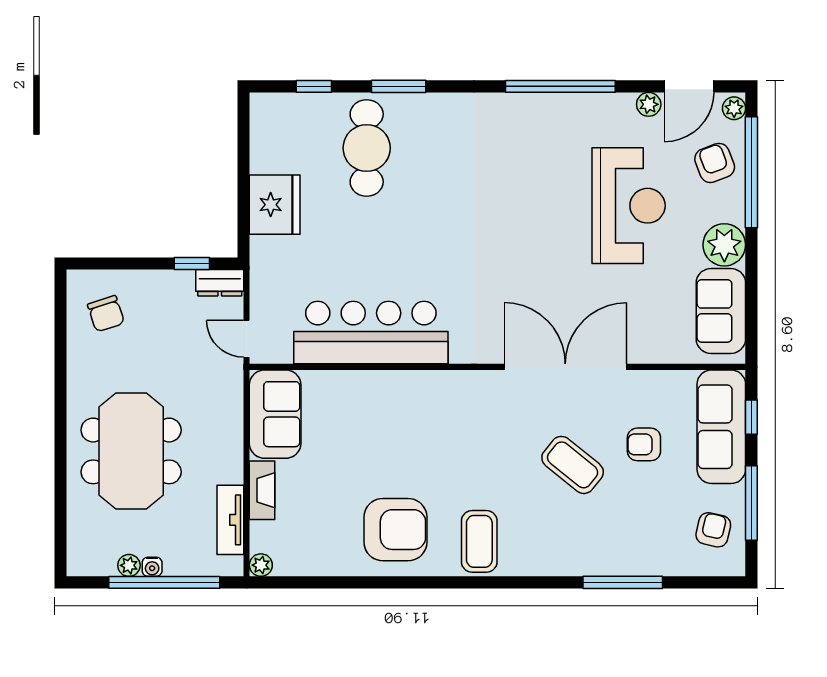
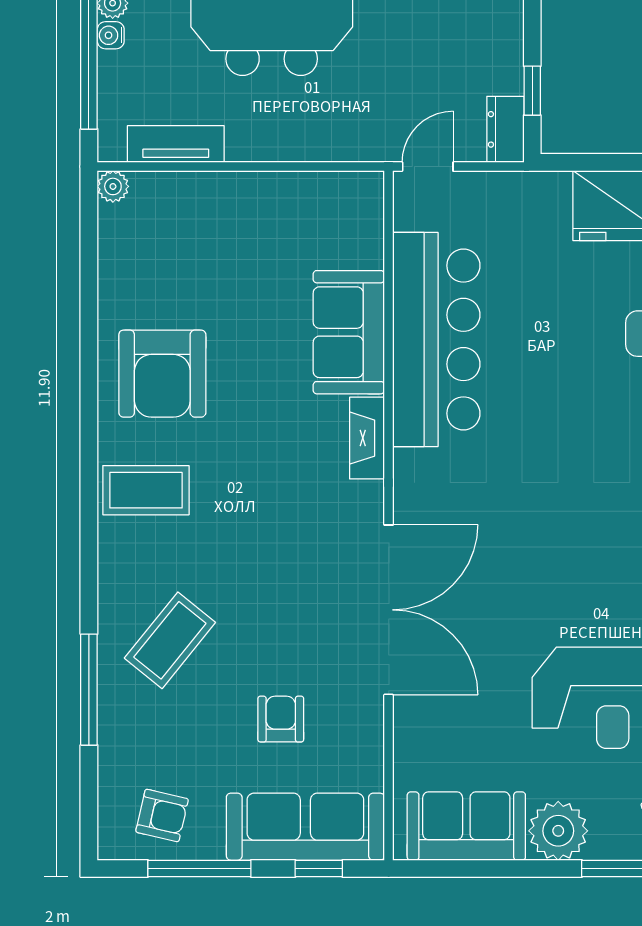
sofa: (275, 414) -> (349, 332), moved, turned 90
coffee table: (573, 465) -> (170, 640), moved
fireplace: (262, 490) -> (367, 438), moved, turned 90

